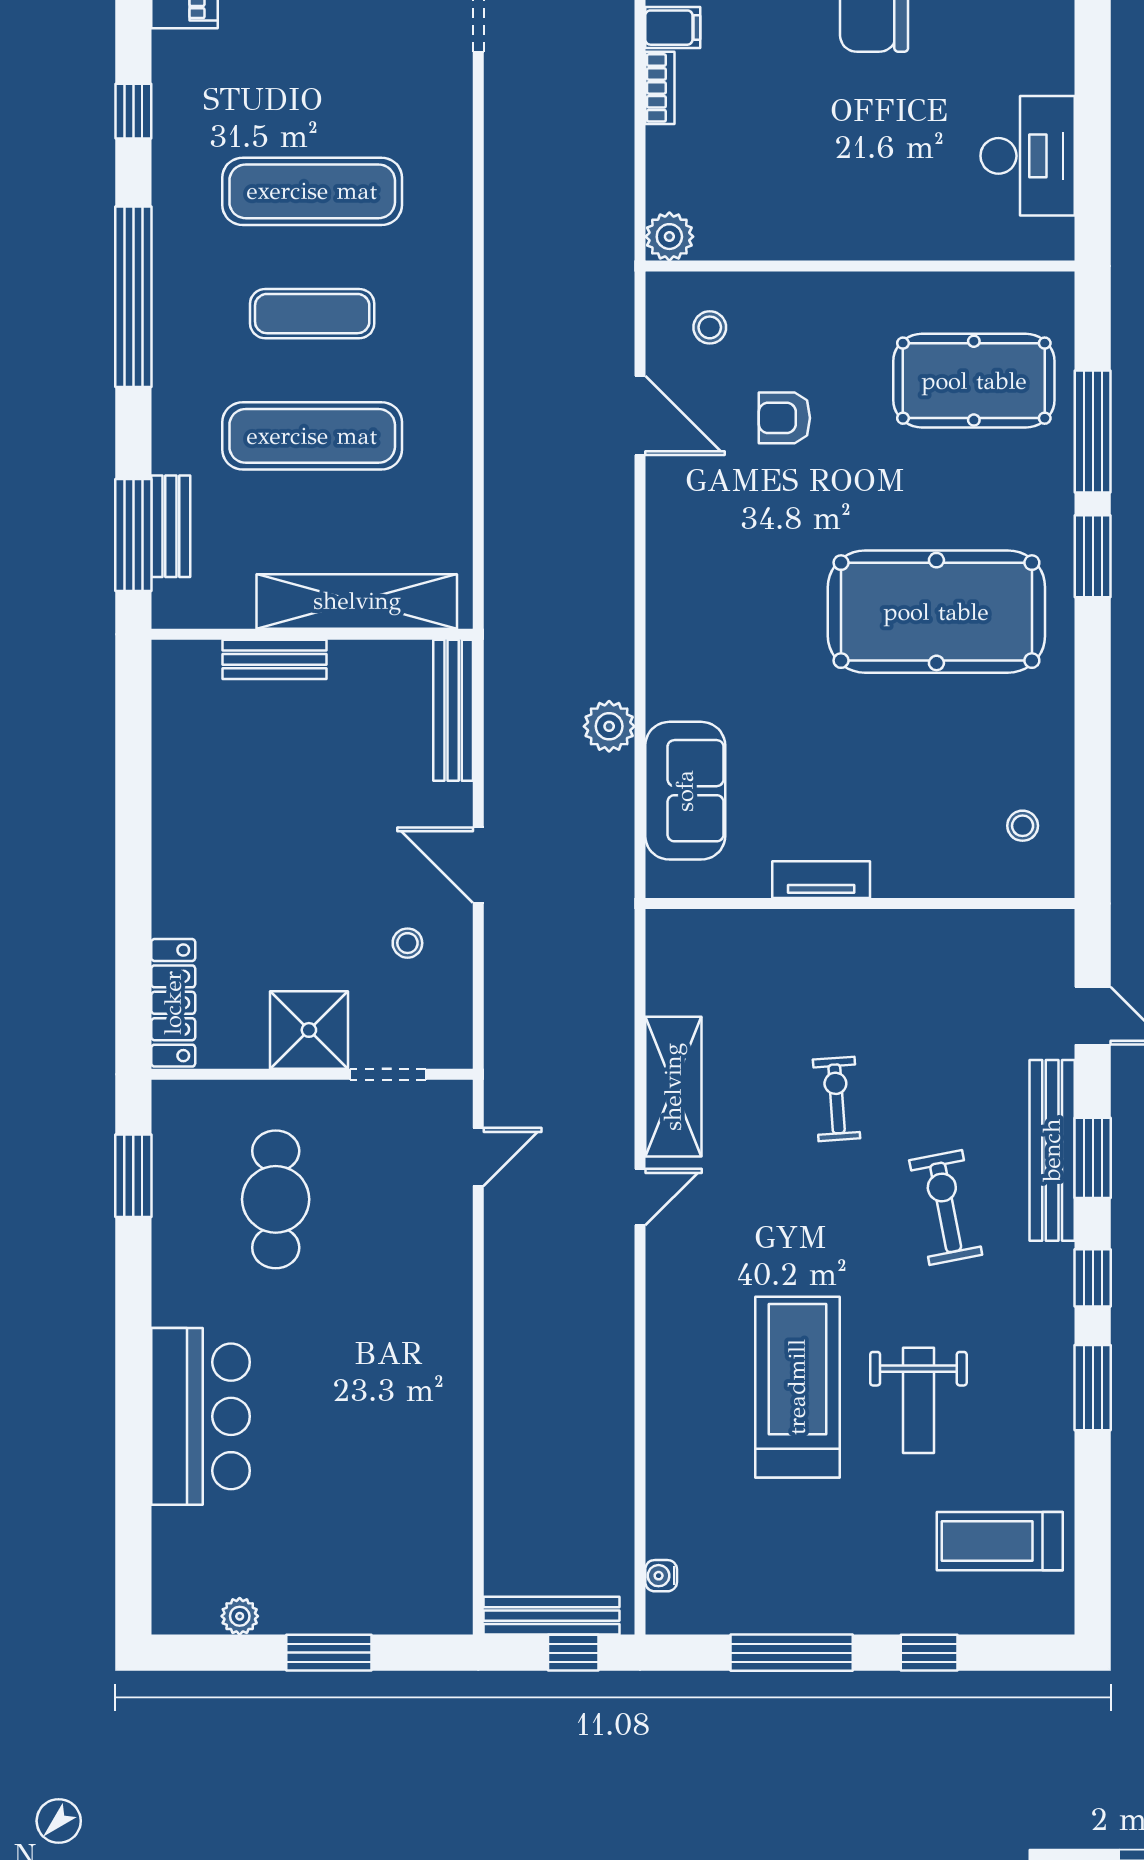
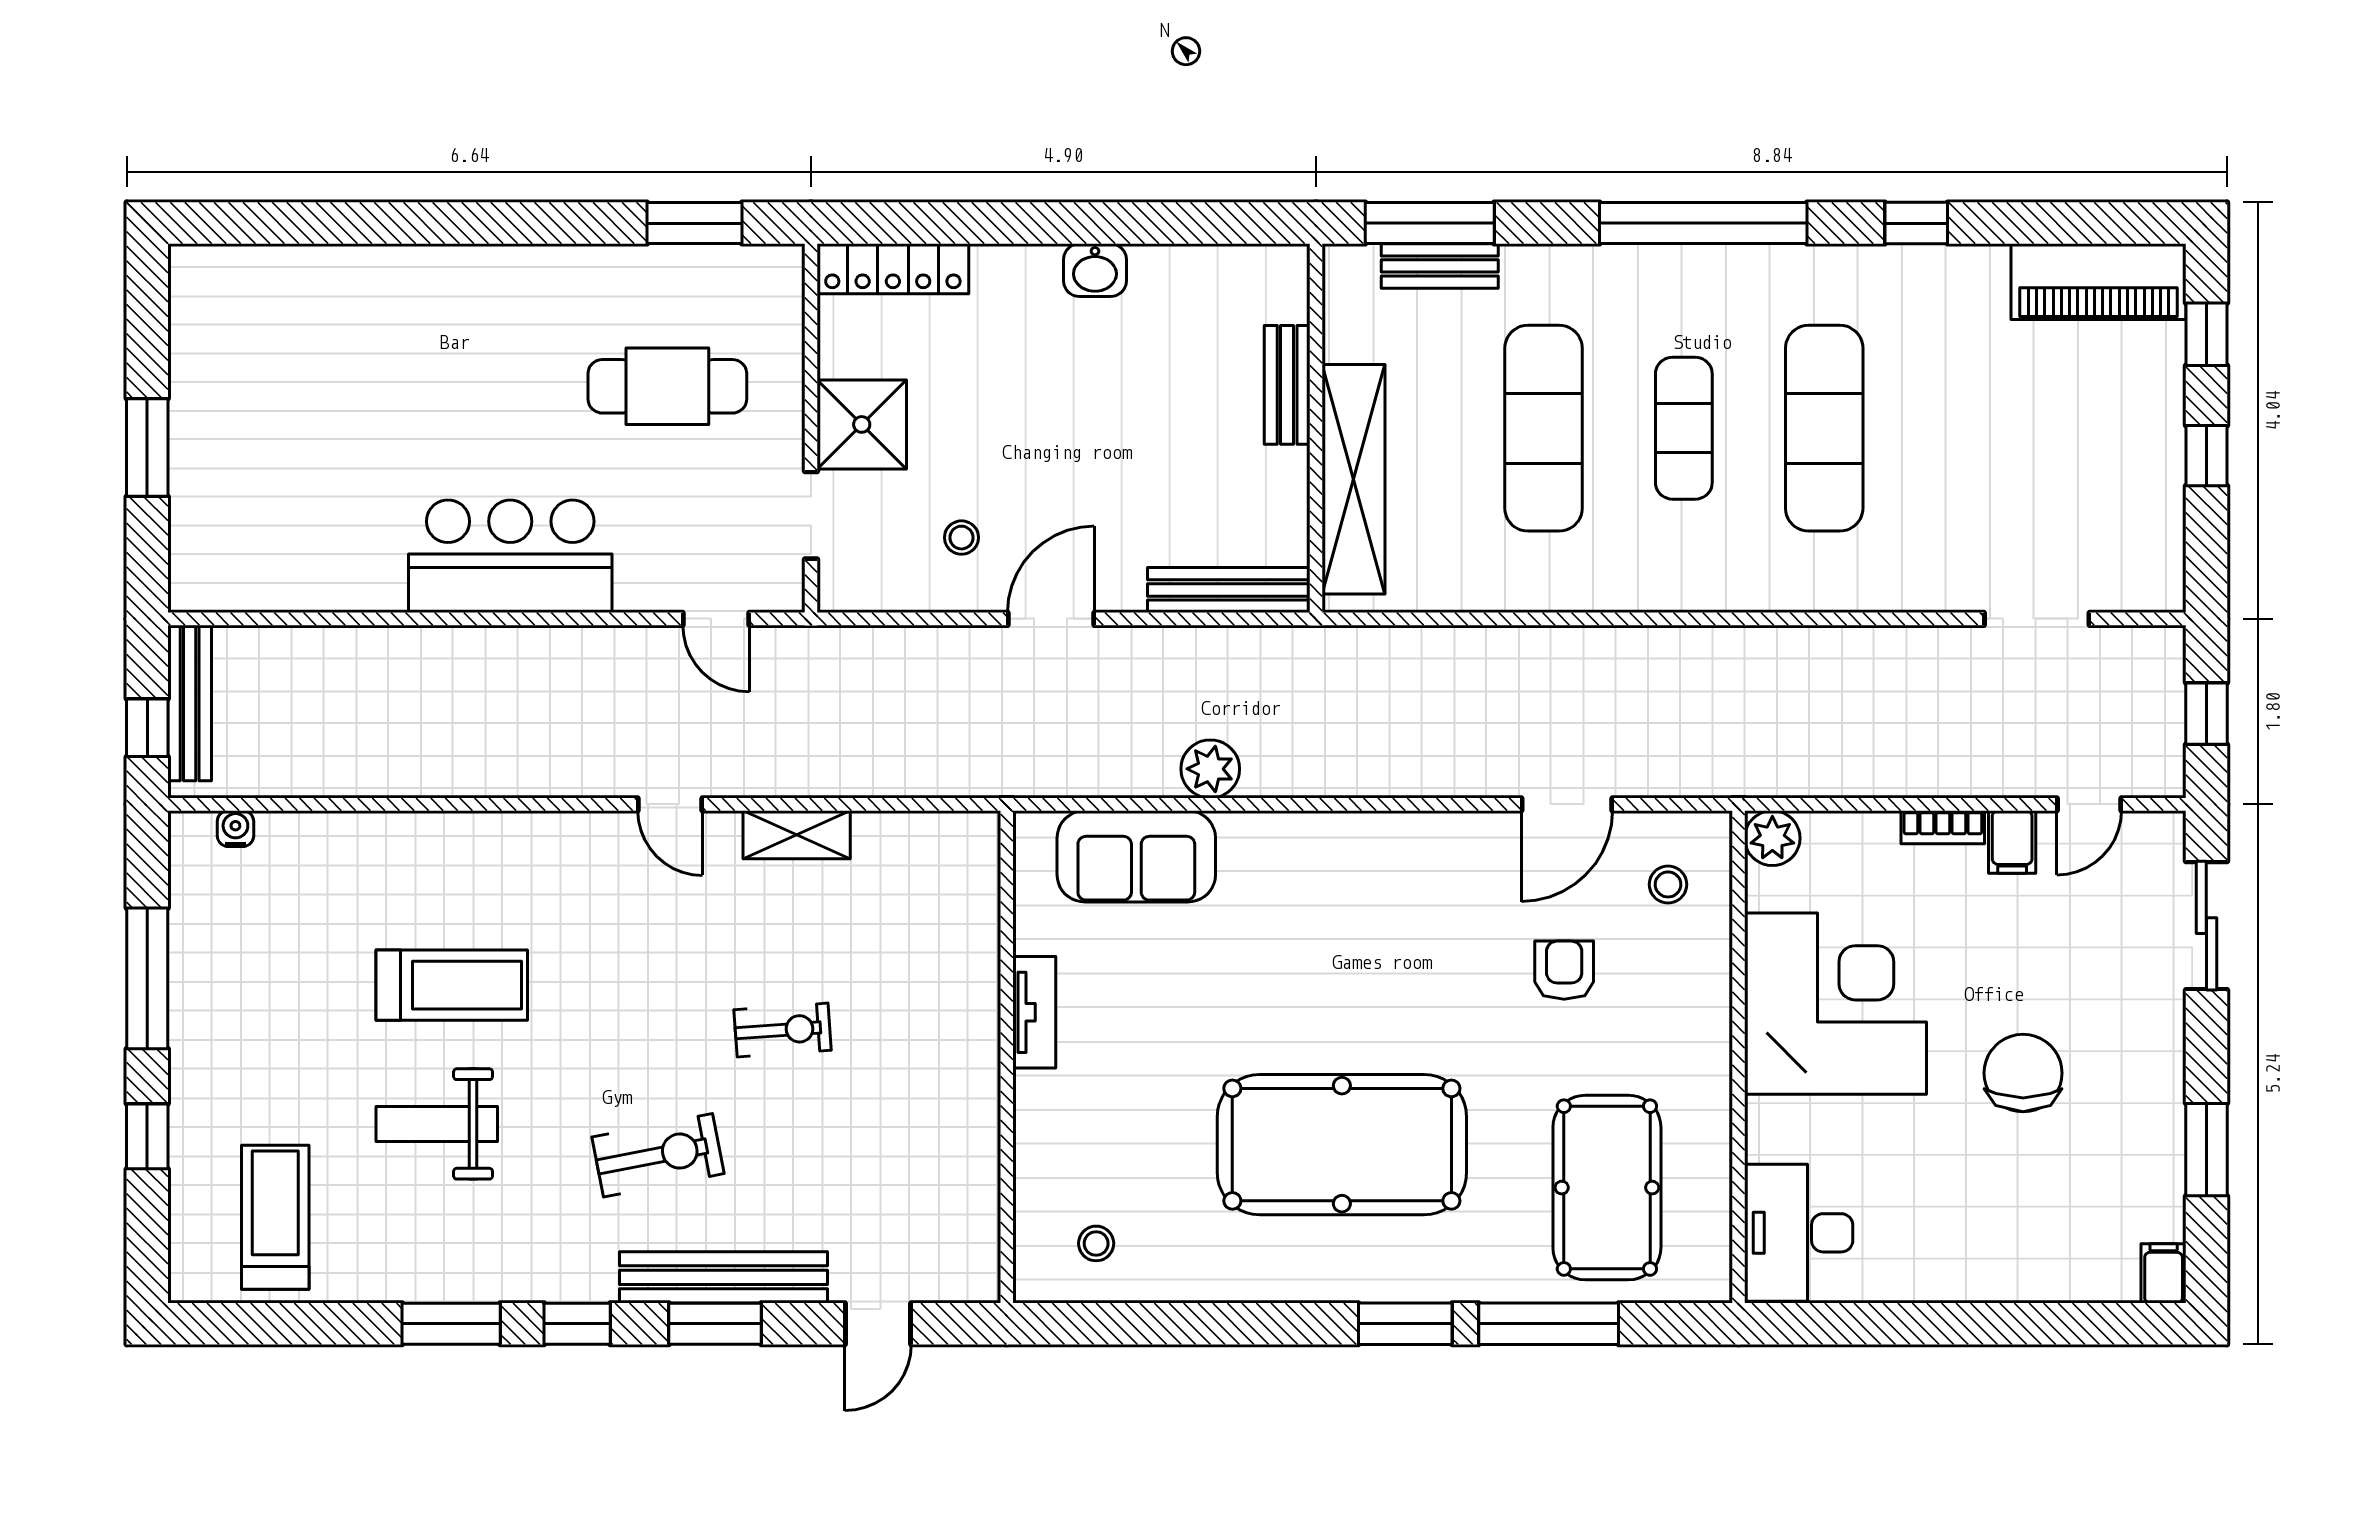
desk: (1028, 156) -> (1799, 1233), moved, turned 90
corner desk: (814, 181) -> (1836, 1004), added
pool table: (936, 612) -> (1342, 1145), turned 90
washbasin: (174, 827) -> (1095, 270), added
shelving: (673, 1087) -> (797, 835), width x0.67, depth x0.75
treadmill: (797, 1387) -> (452, 985), width x0.73, depth x0.73
bar counter: (201, 1416) -> (510, 556), moved, turned 180
plant: (240, 1616) -> (189, 345), removed

